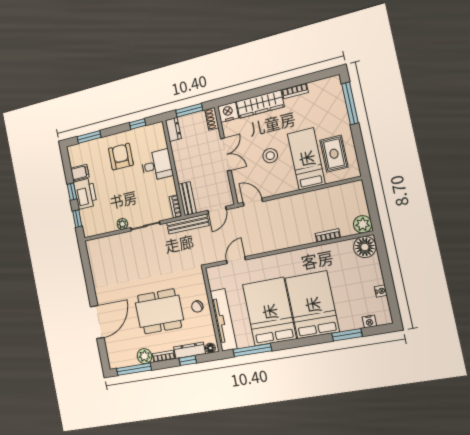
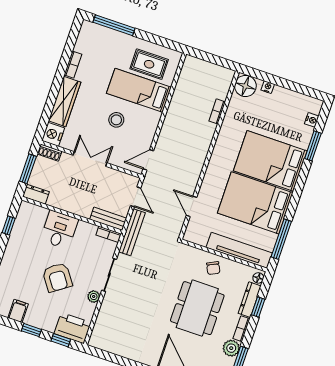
armchair: (121, 157) -> (57, 277), moved, turned -125
printer: (85, 194) -> (73, 328), moved
plant: (363, 224) -> (225, 76), removed
nightstand: (381, 291) -> (268, 87), moved

